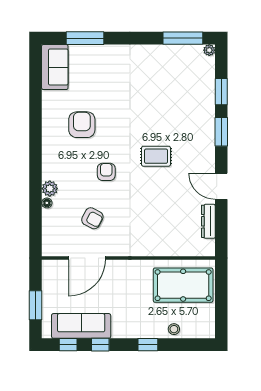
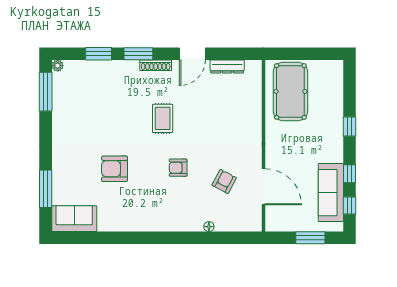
armchair: (82, 125) -> (115, 169), moved
shoe rack: (210, 149) -> (156, 65), added
plant: (50, 189) -> (195, 224), removed
stool: (174, 329) -> (334, 101), removed

